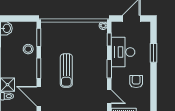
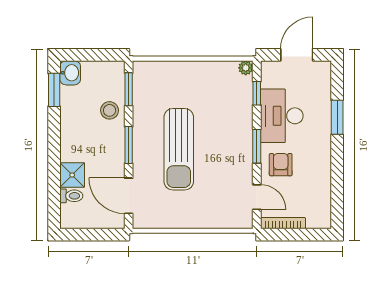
sun lounger: (66, 70) -> (179, 149), width x1.36, depth x1.34
armchair: (136, 81) -> (281, 165), moved

